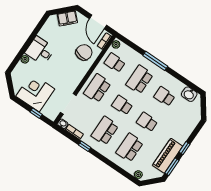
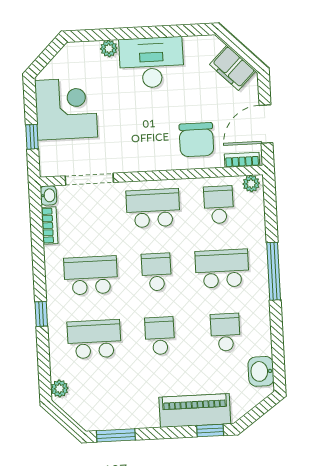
desk: (40, 51) -> (152, 63), width x1.37
chair: (84, 52) -> (196, 140), turned 80
window: (85, 146) -> (41, 314), moved
window: (185, 148) -> (210, 431), moved
piano: (168, 156) -> (195, 411), moved

